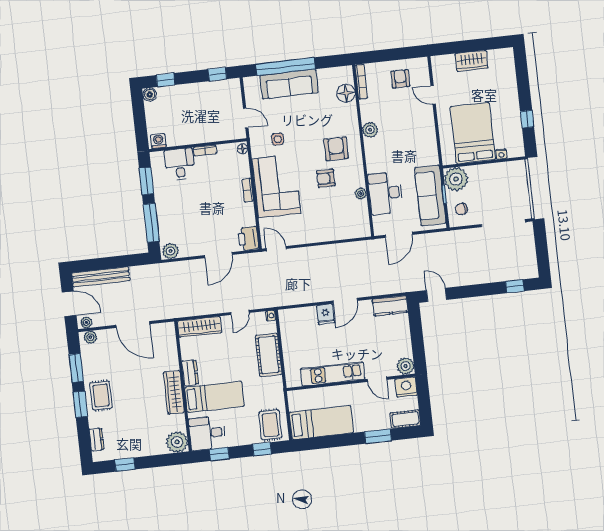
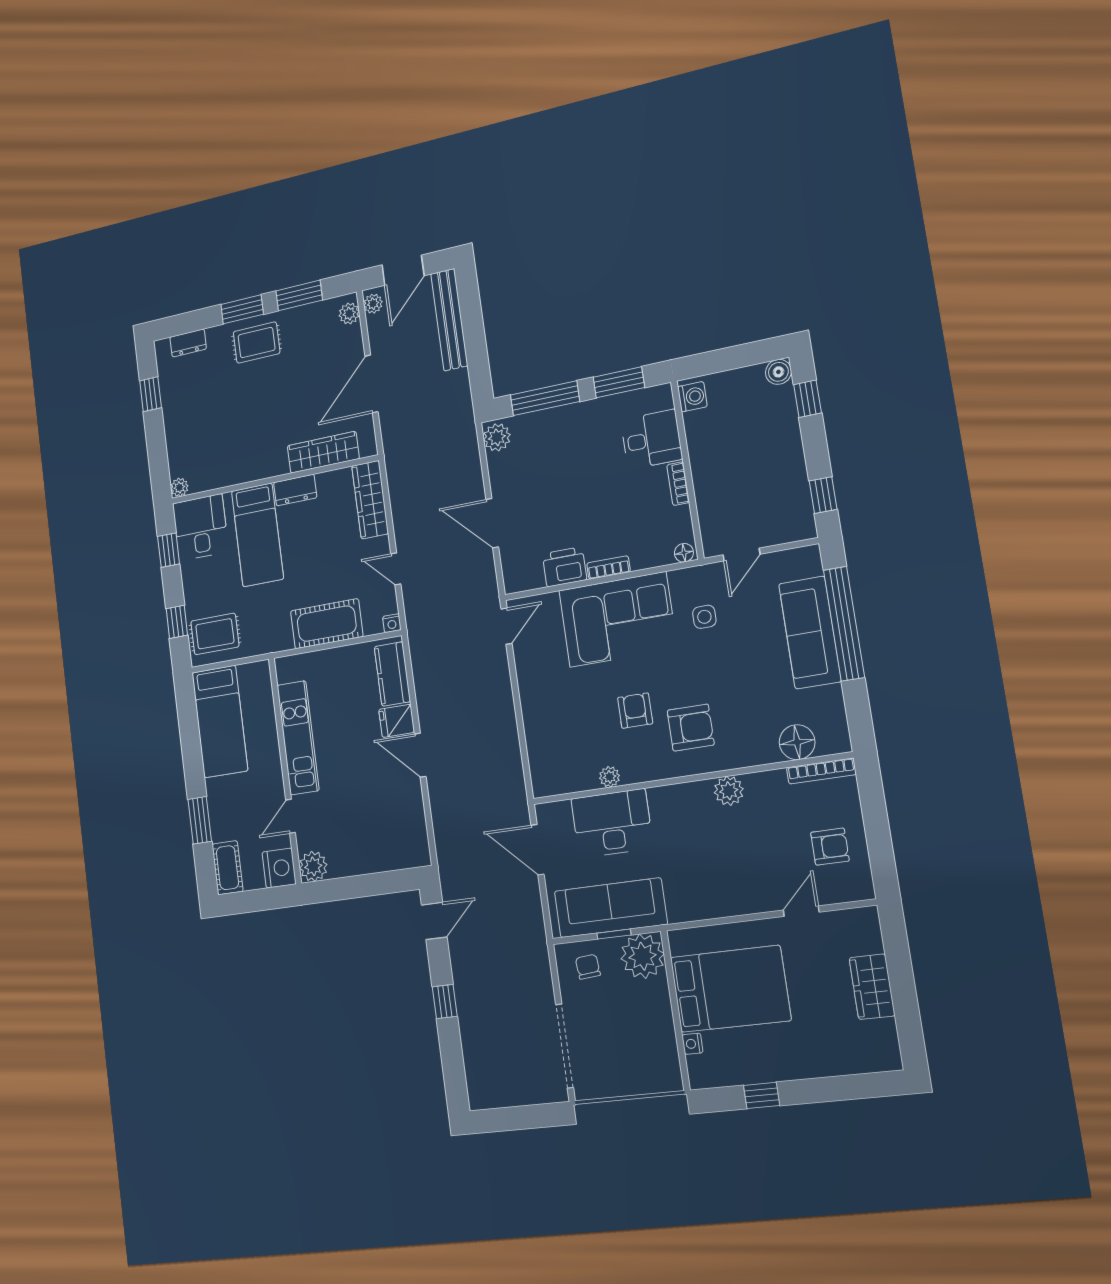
printer: (248, 238) -> (565, 567), moved
window: (515, 286) -> (445, 1002), moved
kitchen counter: (390, 306) -> (392, 674), moved
wardrobe: (174, 392) -> (323, 452), moved
plant: (177, 442) -> (179, 487), width x0.53, depth x0.53

